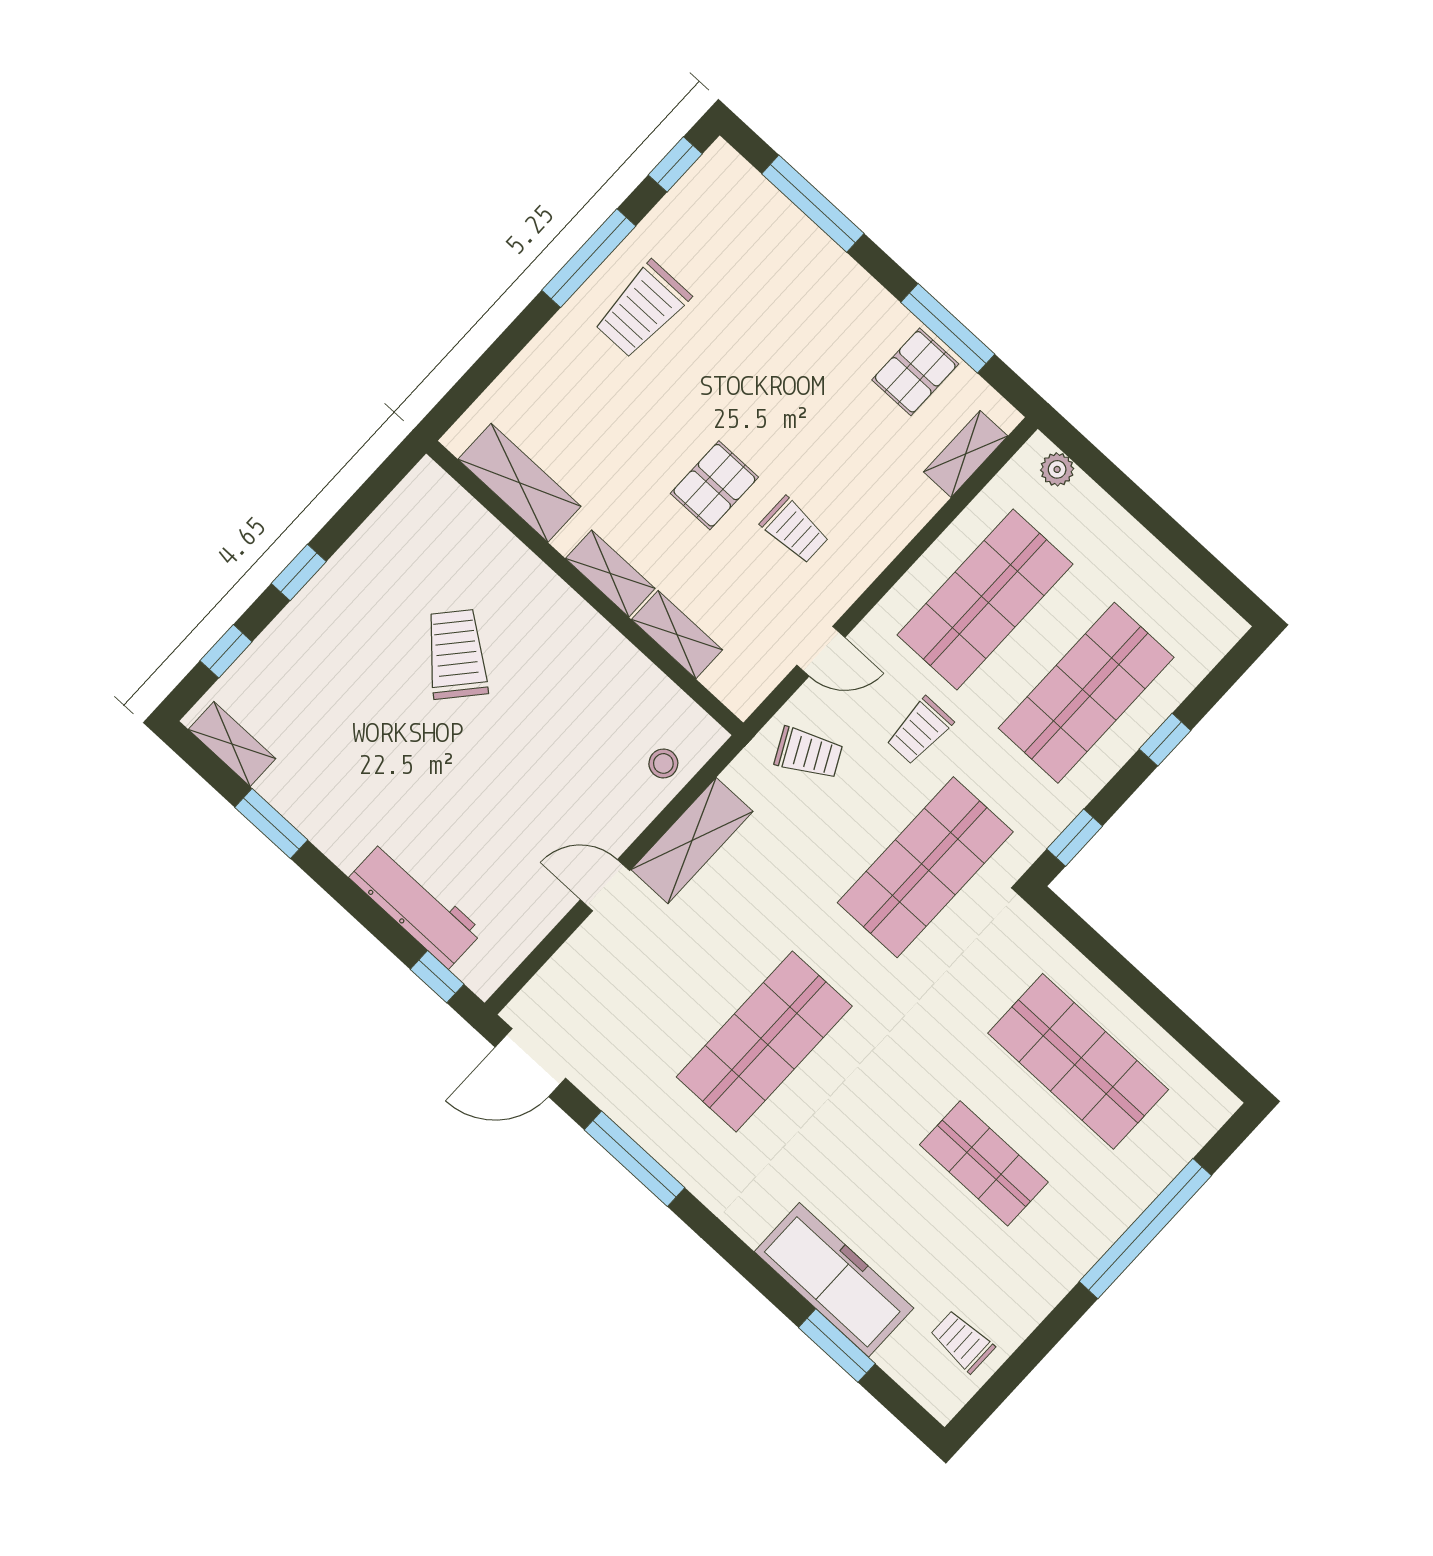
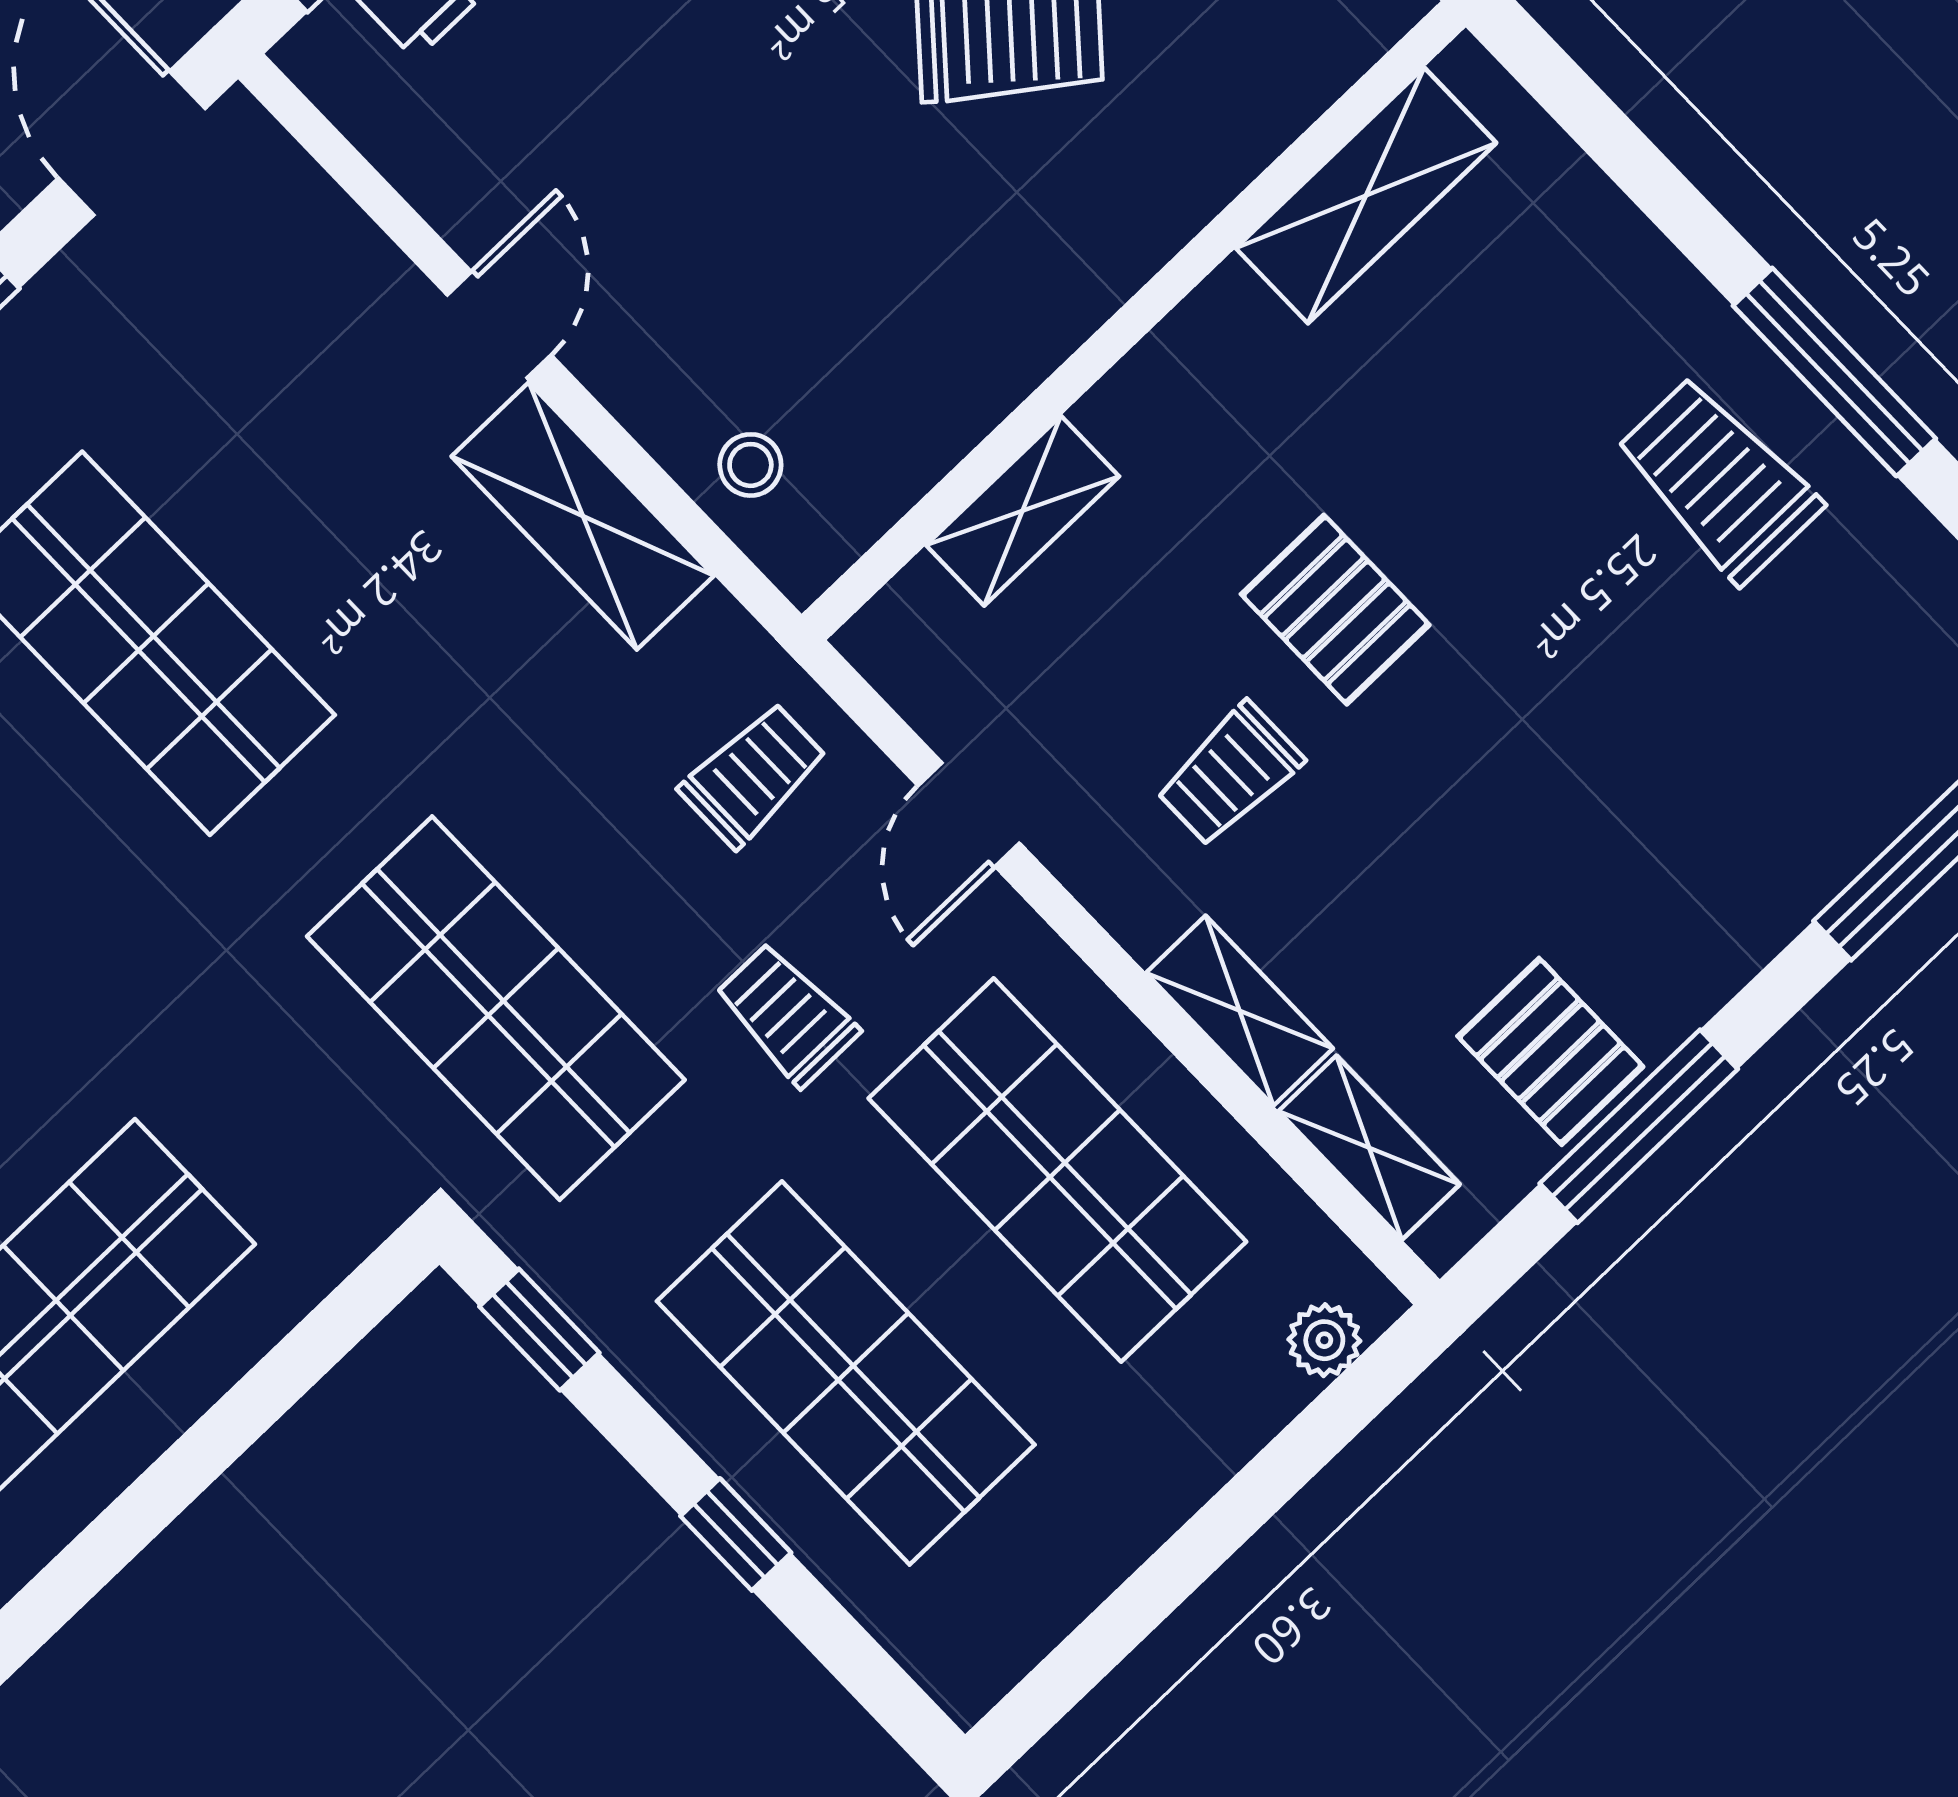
shelving: (610, 573) -> (1239, 1011), moved, turned 90
trolley: (809, 753) -> (753, 775), turned -153

